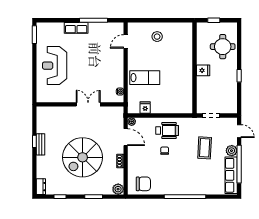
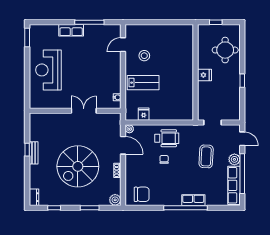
stool: (157, 37) -> (144, 56), moved
row of seats: (192, 189) -> (193, 200), added

